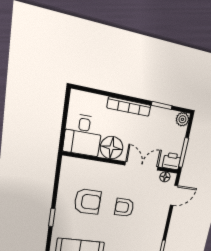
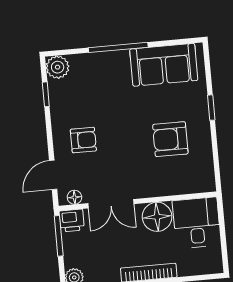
armchair: (124, 207) -> (83, 140), moved

